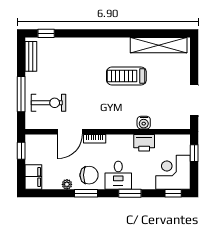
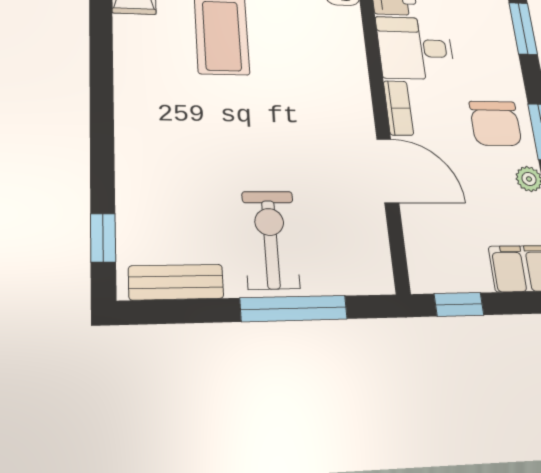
exercise bike: (48, 103) -> (270, 239), moved
chair: (89, 175) -> (495, 123), turned 180
desk: (118, 175) -> (415, 48), moved, turned 180

